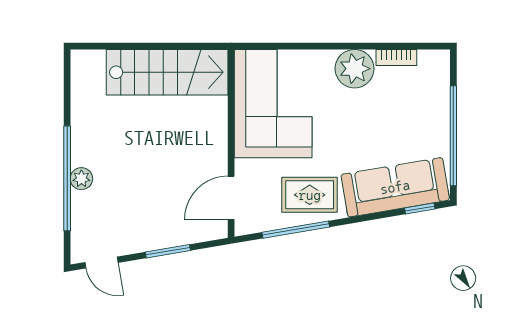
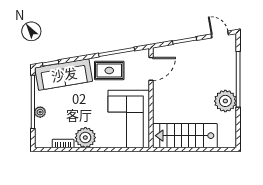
plant: (440, 117) -> (40, 112), added
plant: (81, 179) -> (225, 101), moved, width x1.88, depth x1.88

